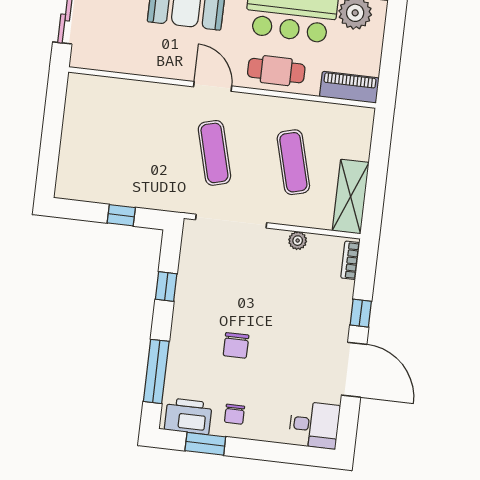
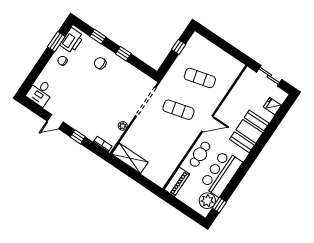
exercise mat: (293, 162) -> (200, 78), moved
window: (121, 215) -> (179, 47), moved
window: (166, 286) -> (123, 54), moved
chair: (236, 345) -> (100, 63), moved
door: (354, 370) -> (55, 122), width x0.53
window: (156, 371) -> (98, 37), width x0.46

